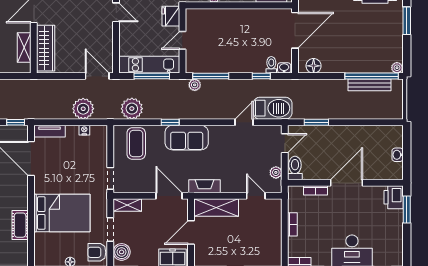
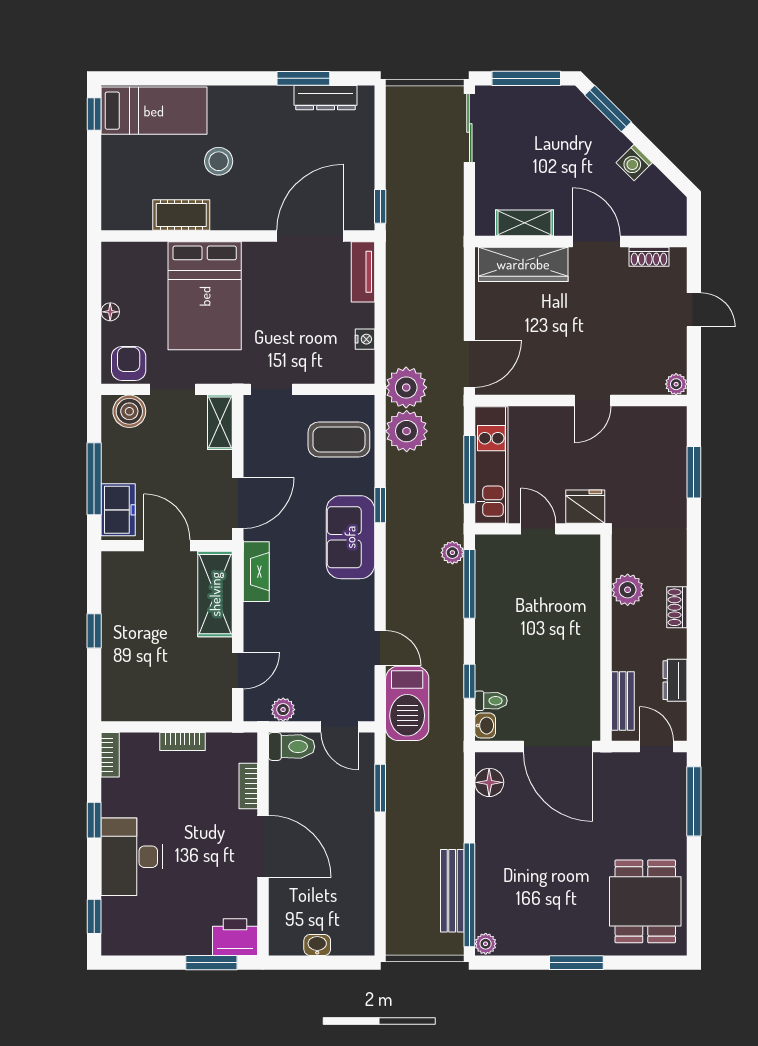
plant: (83, 109) -> (406, 387), moved

